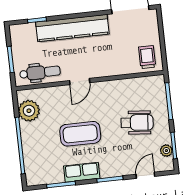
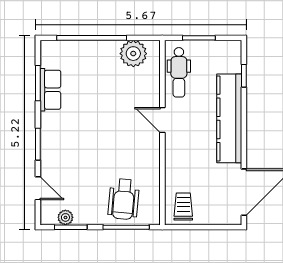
trolley: (147, 57) -> (183, 206), turned -90
wheelchair: (137, 123) -> (124, 199), moved
coffee table: (80, 134) -> (98, 114), removed
row of seats: (82, 172) -> (50, 90), moved

